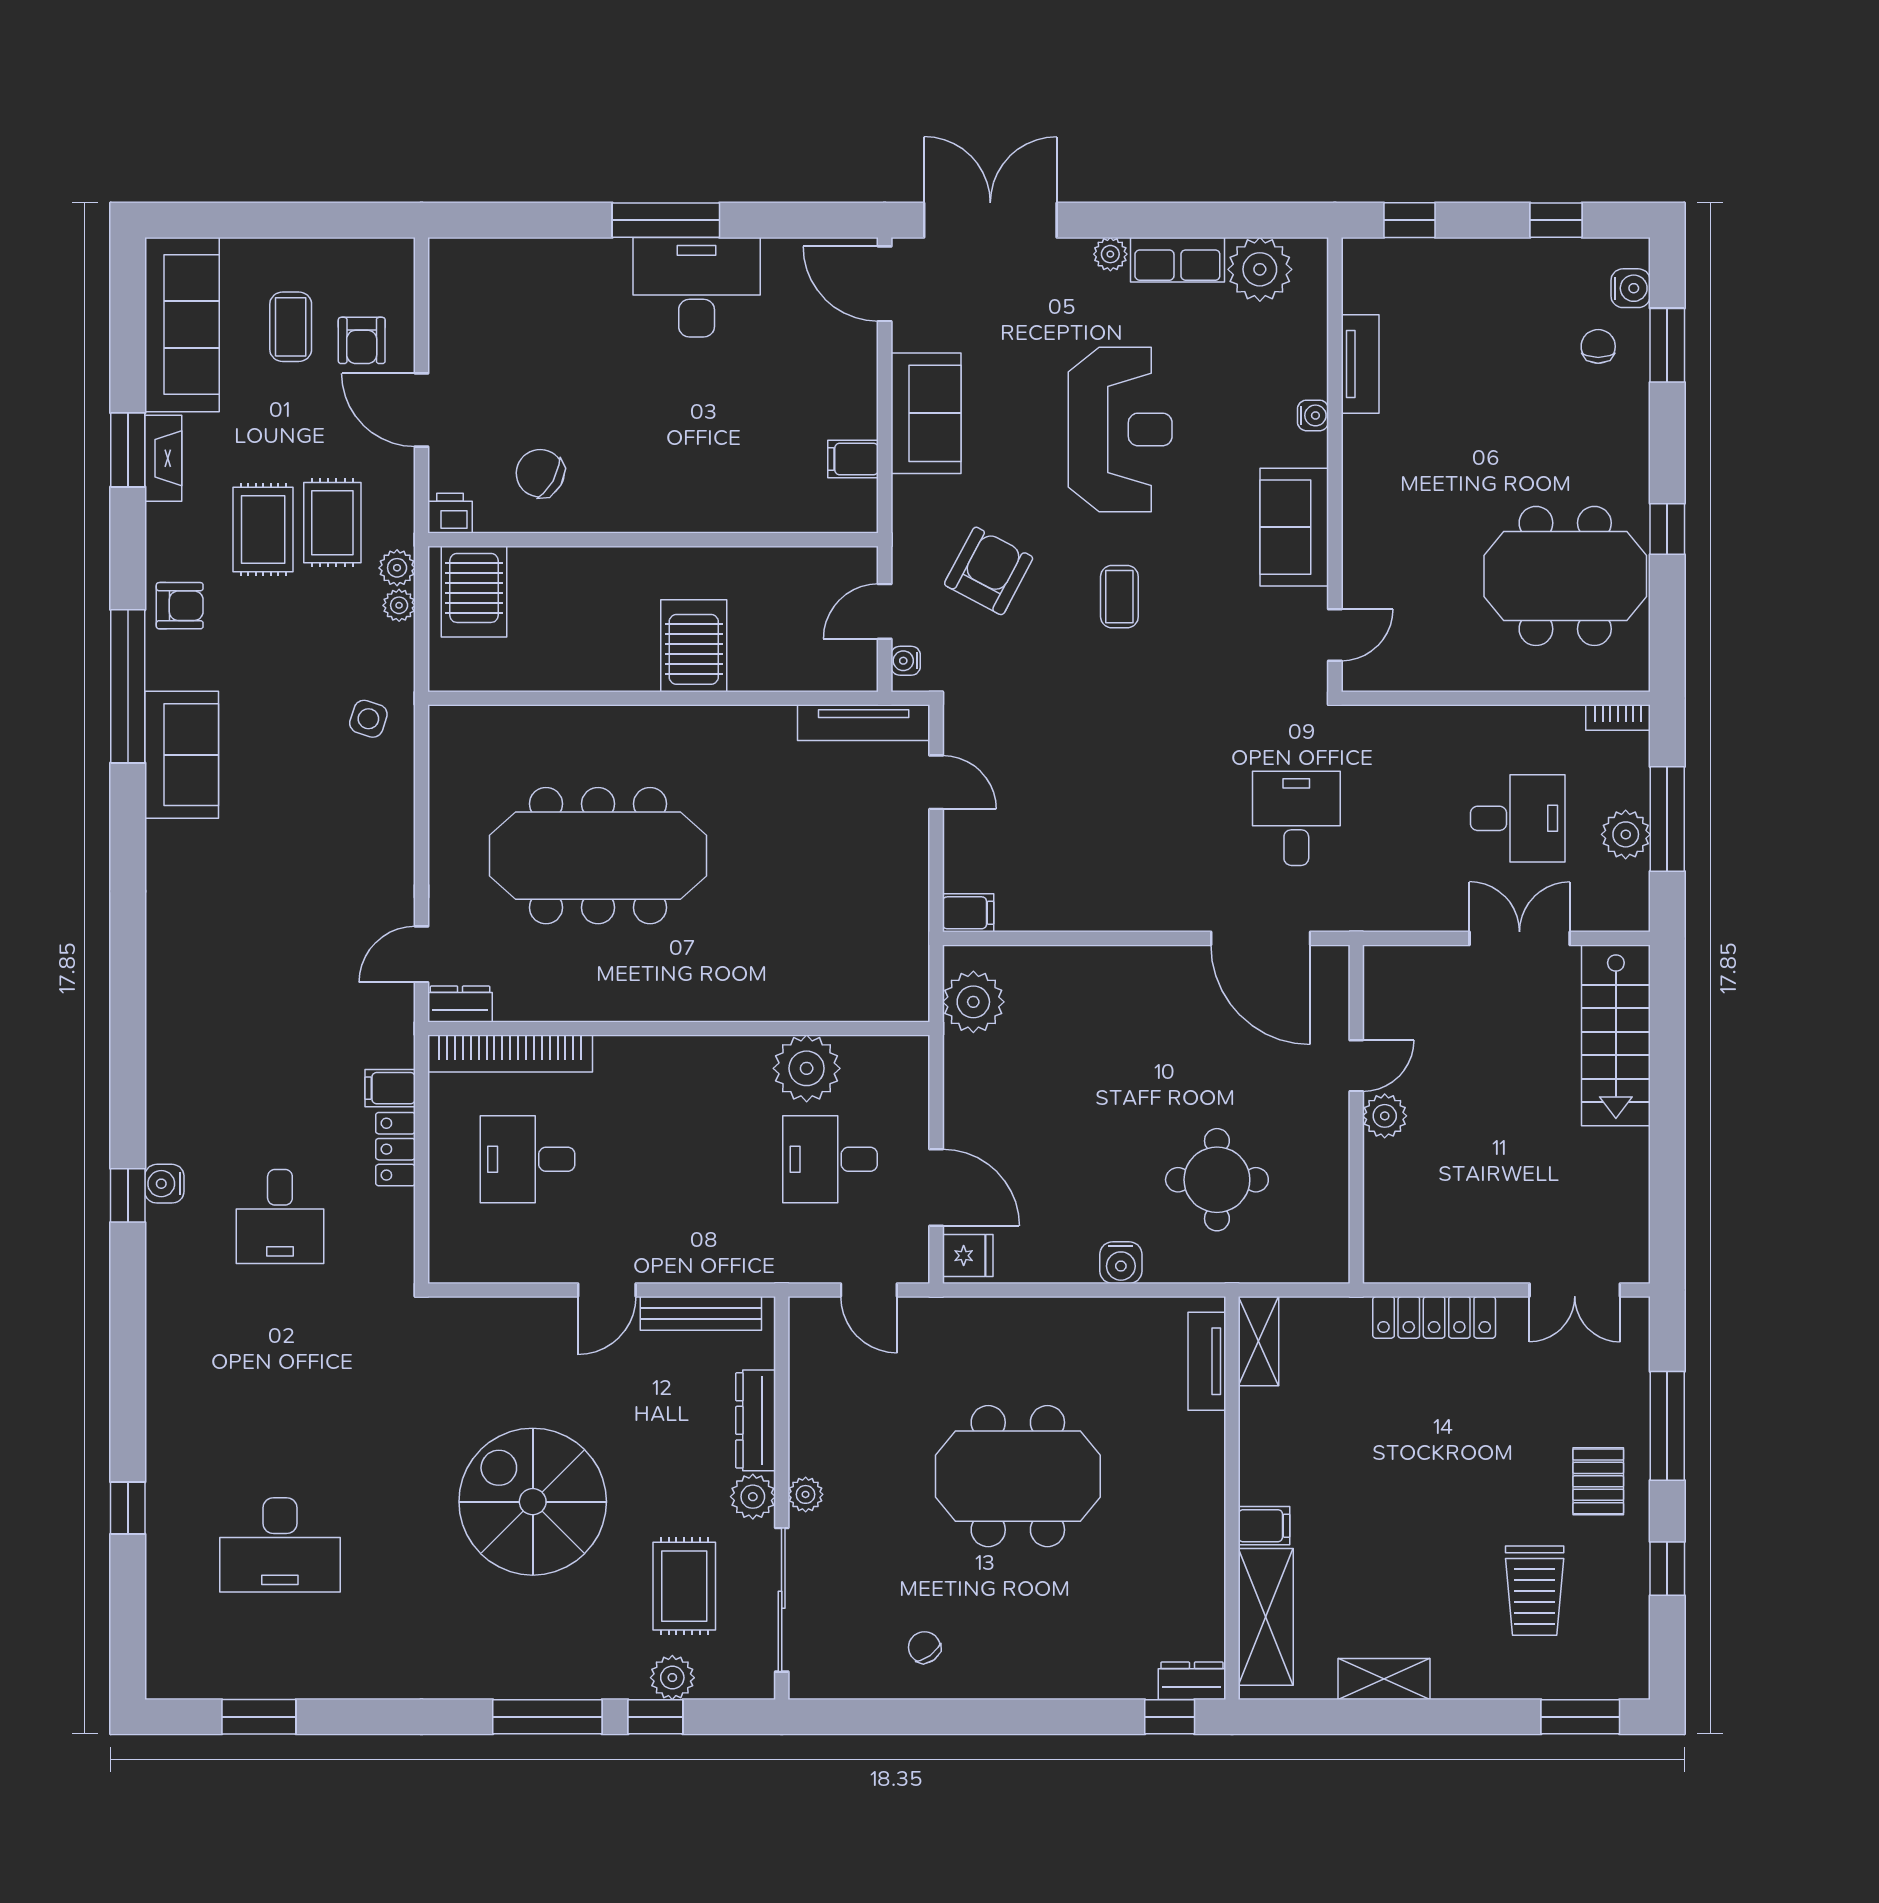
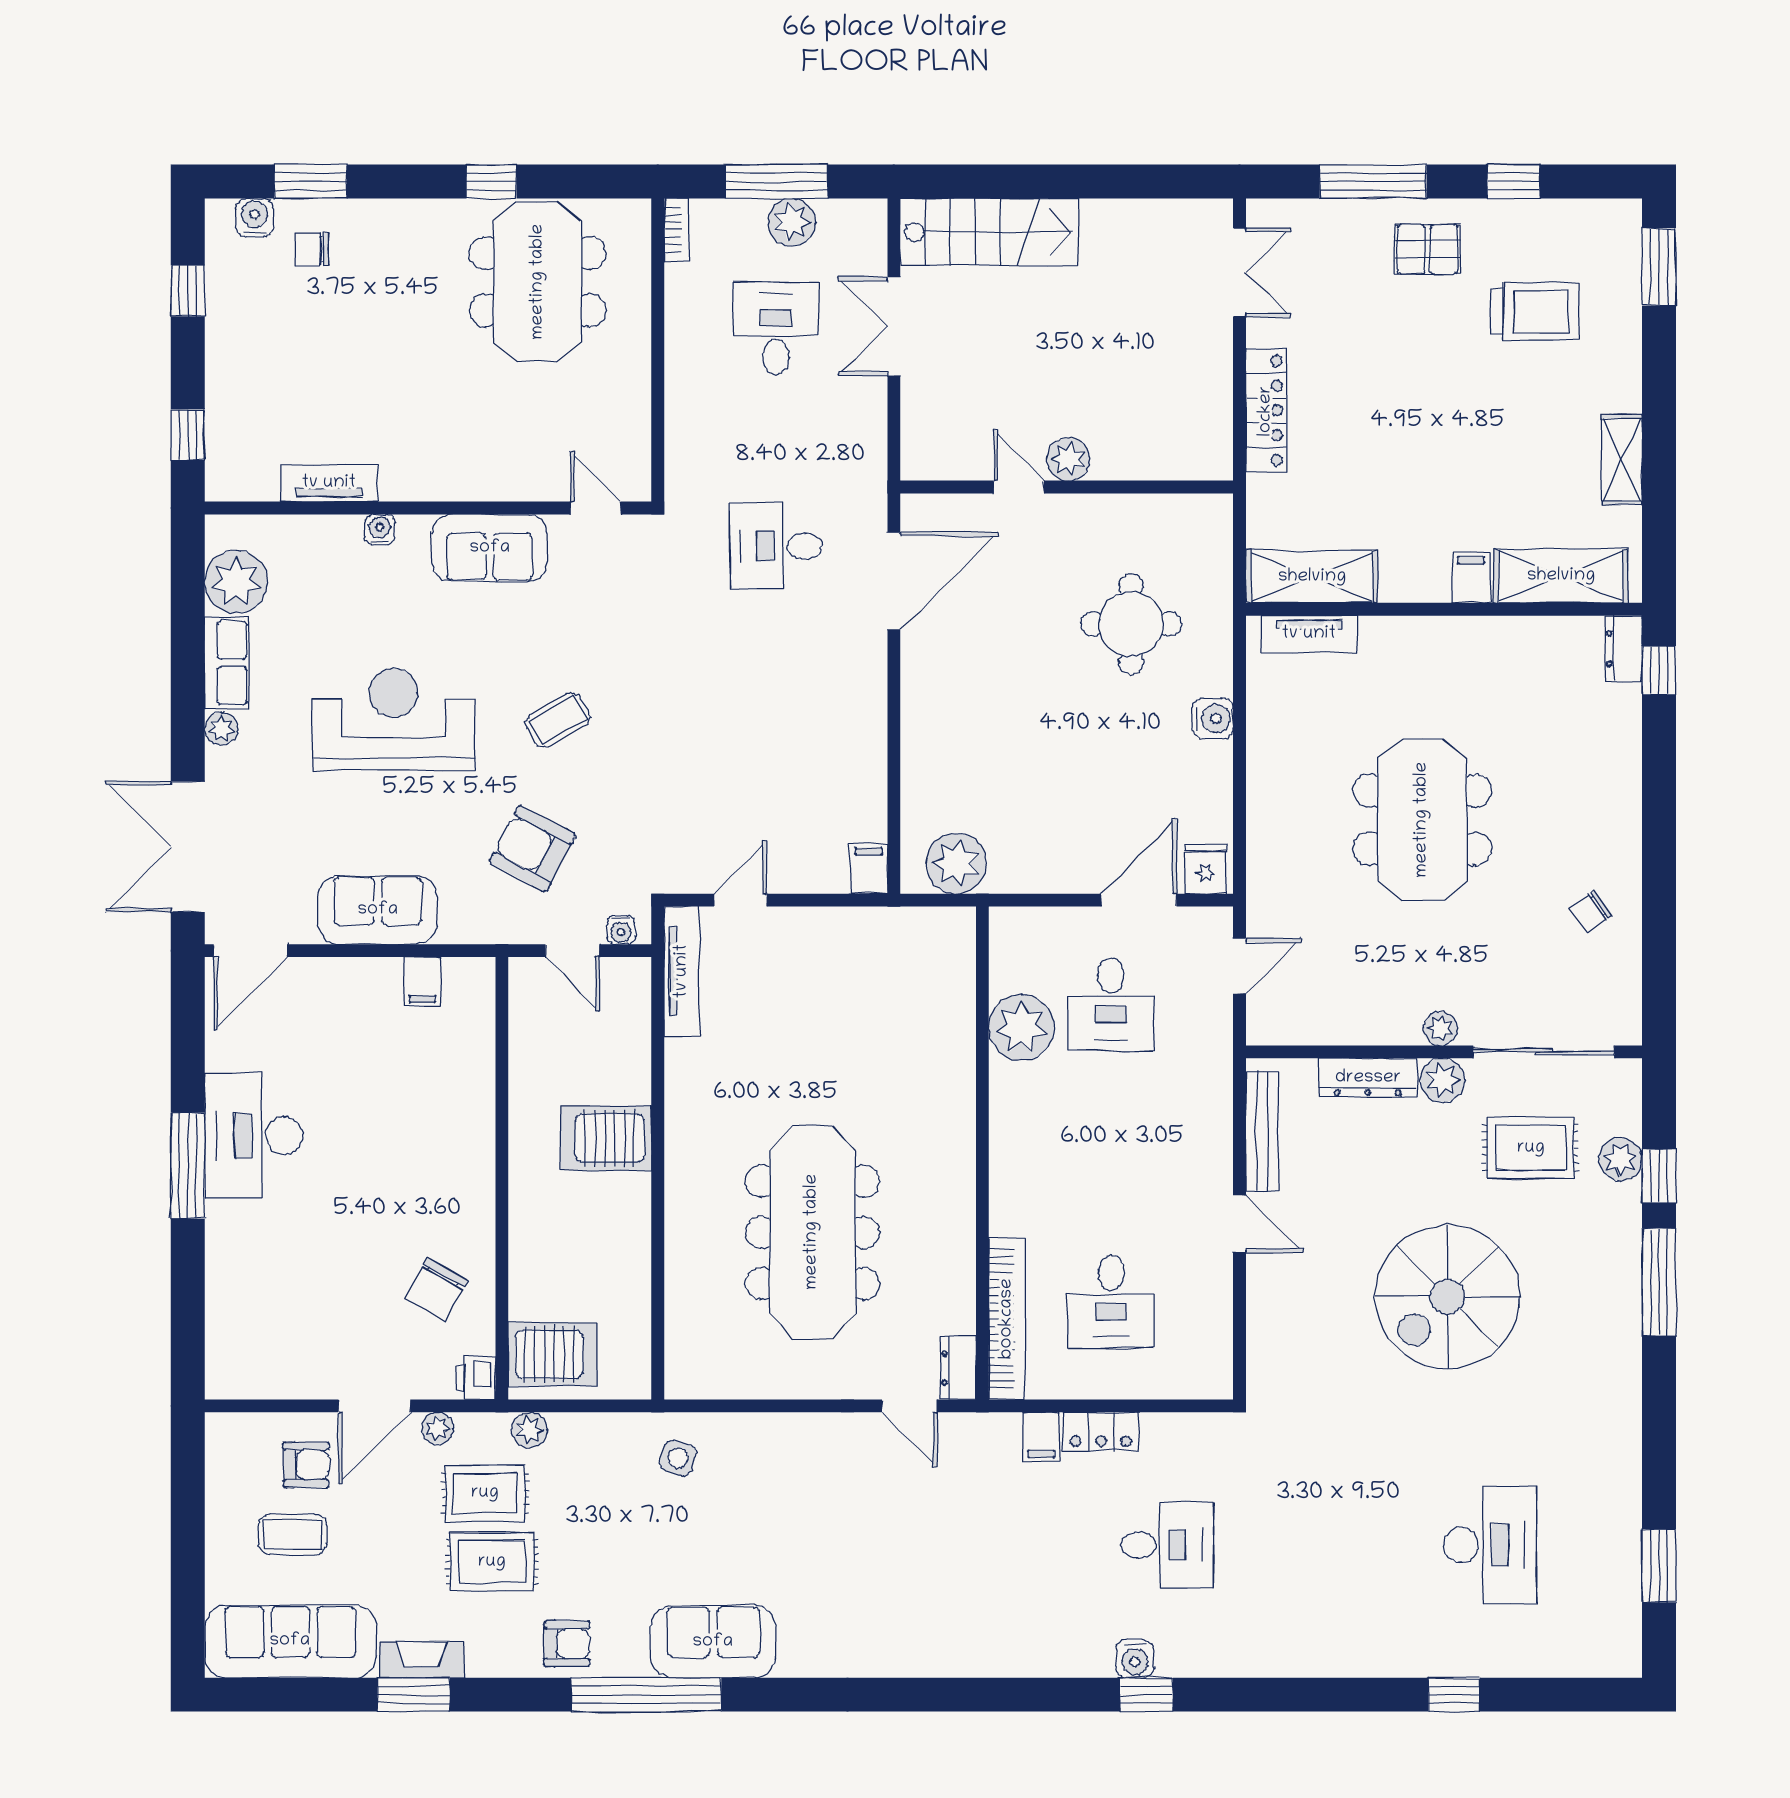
coffee table: (1119, 597) -> (558, 720), turned -30
plant: (399, 605) -> (438, 1428), moved
armchair: (180, 606) -> (567, 1644), turned 90
shelving: (1258, 1341) -> (1312, 577), width x1.50, depth x1.33

